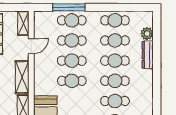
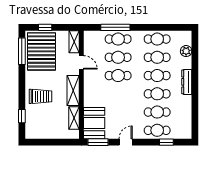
door: (31, 46) -> (81, 62), hinge flipped
dresser: (148, 55) -> (187, 82), moved
cafe table: (72, 81) -> (118, 94), removed

